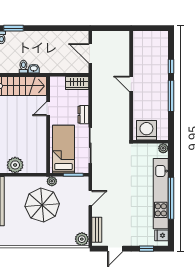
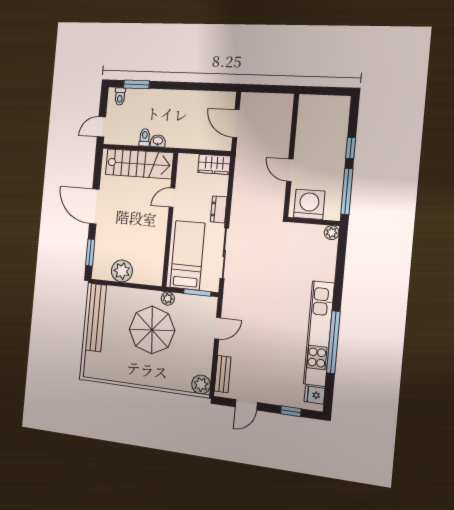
washing machine: (146, 130) -> (309, 204), moved
wall: (150, 142) -> (314, 222), moved
plant: (163, 148) -> (332, 233), moved

